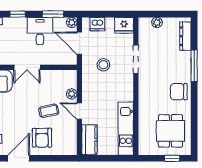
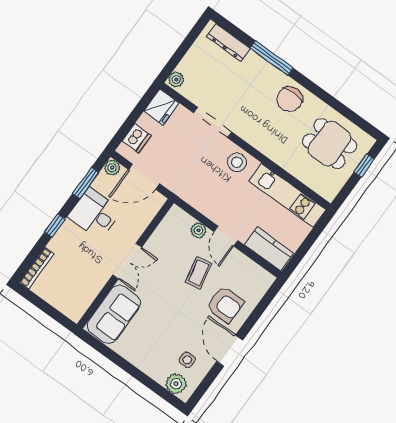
plant: (157, 22) -> (176, 80), moved
stool: (103, 65) -> (237, 162), moved
door: (79, 111) -> (226, 236), hinge flipped

